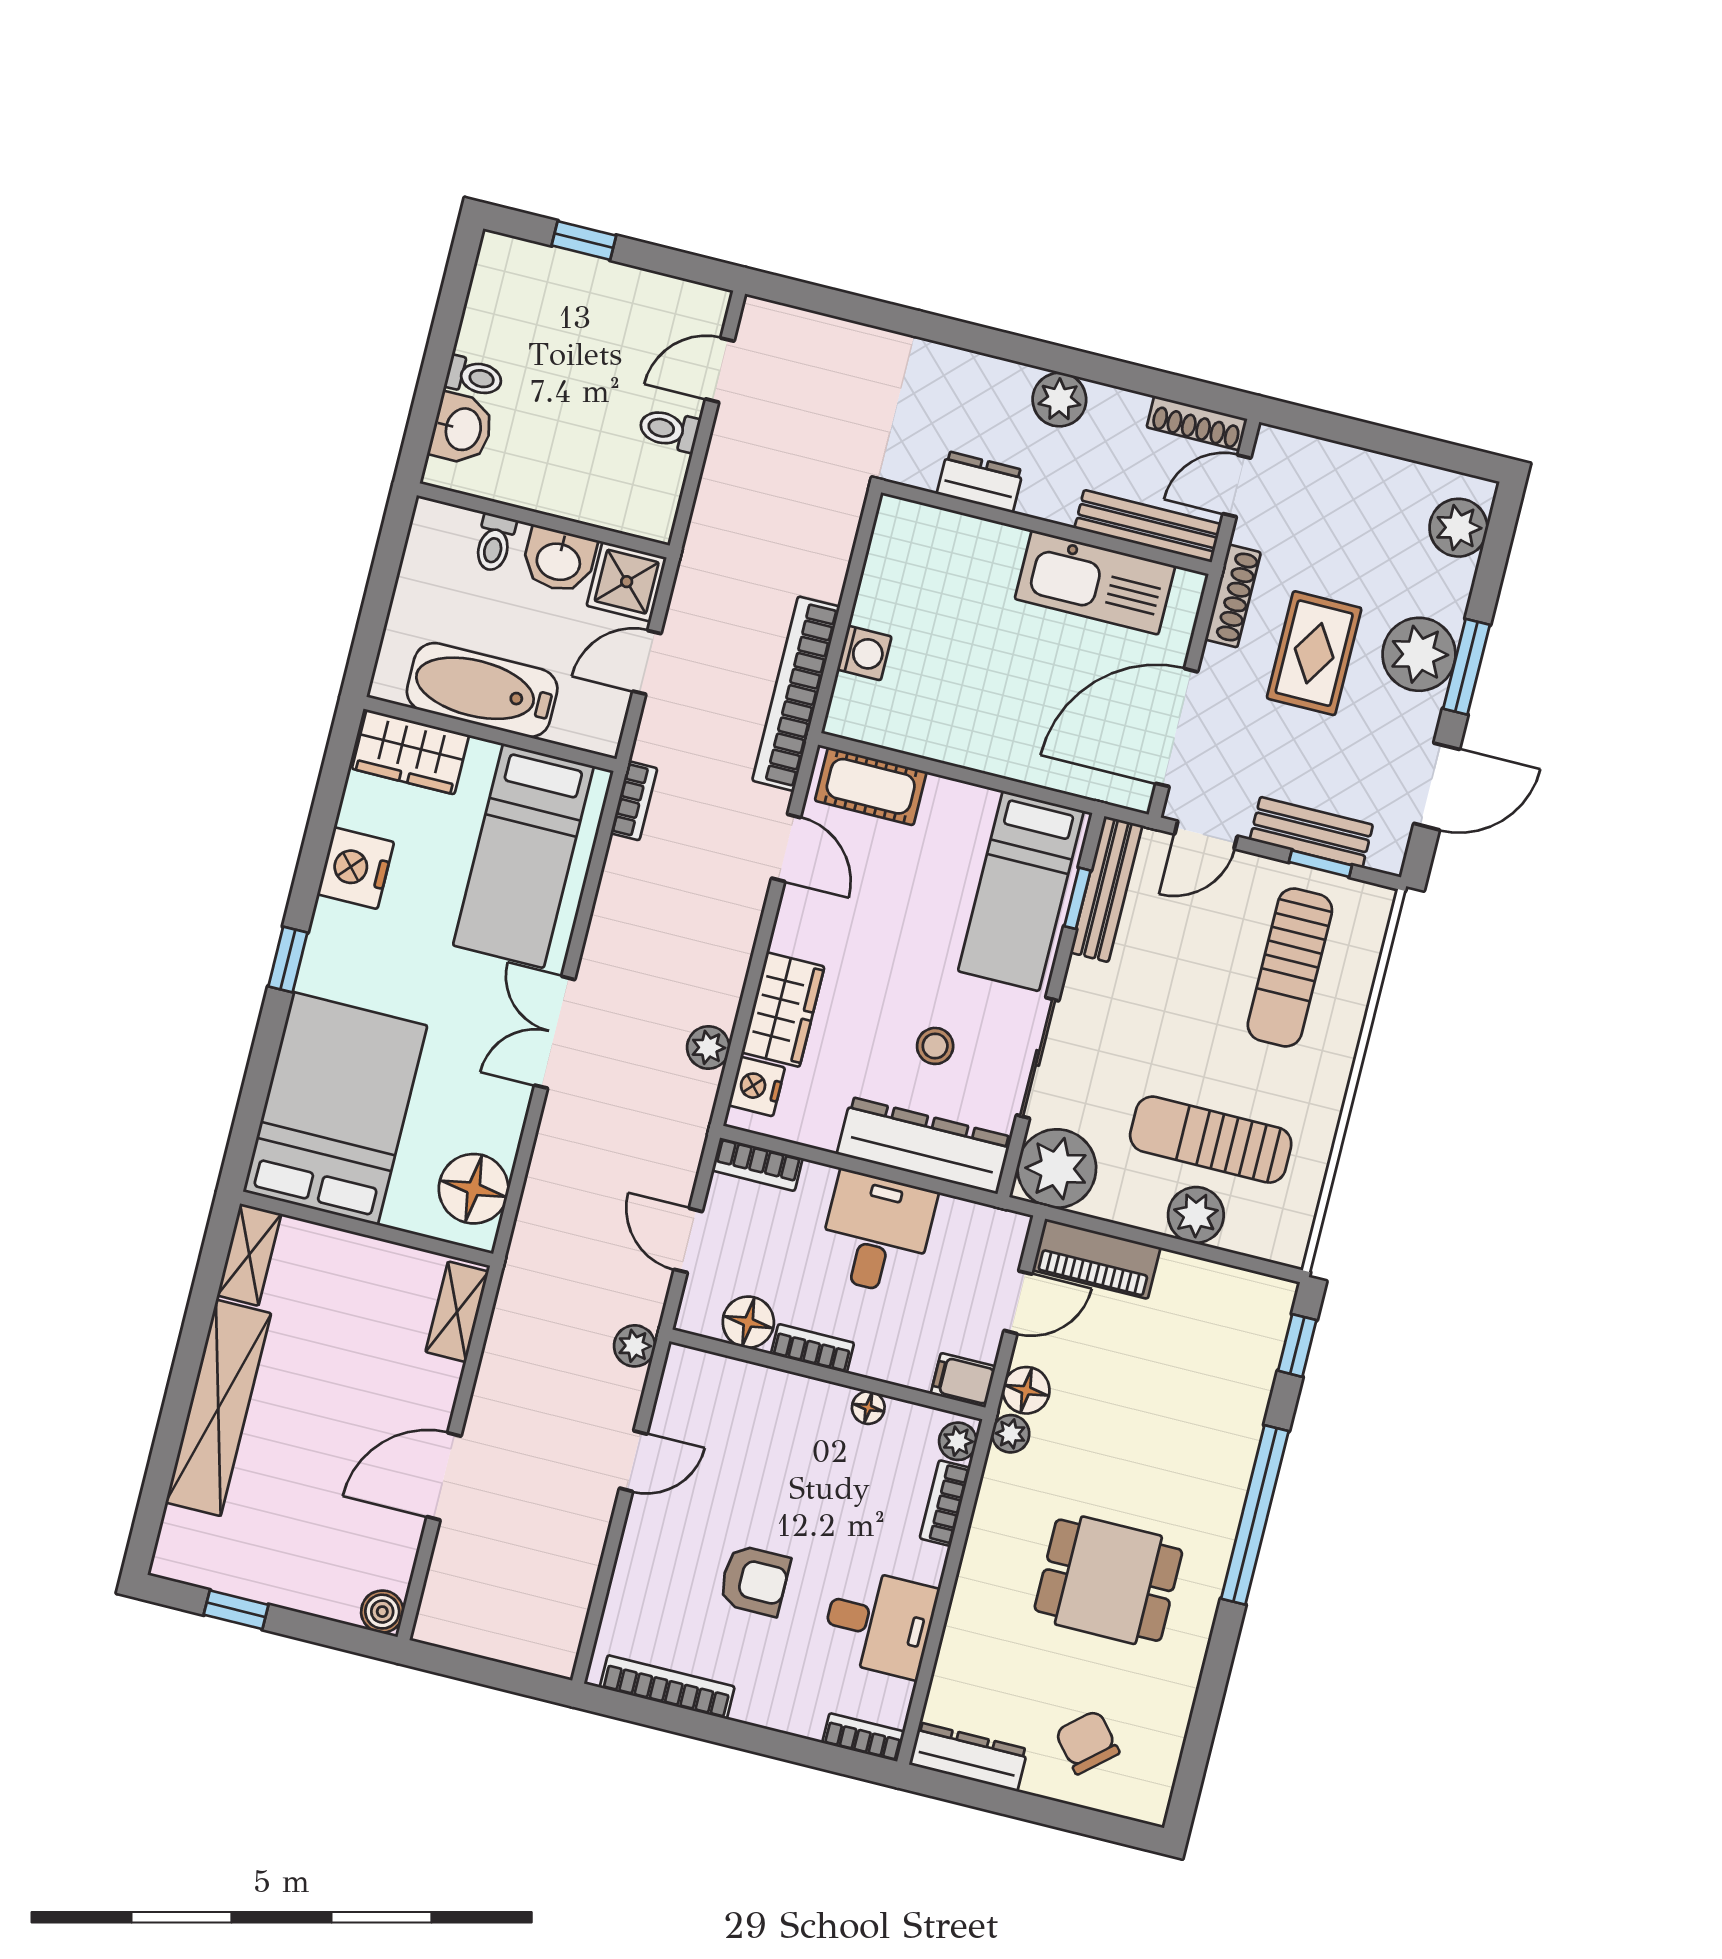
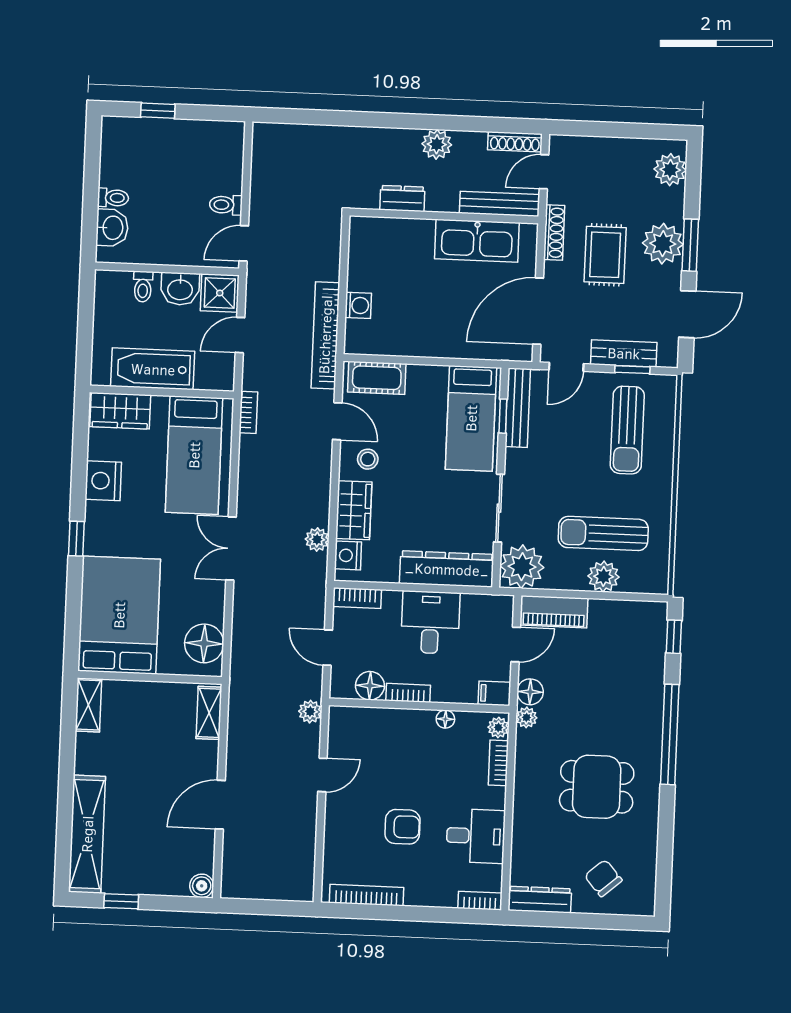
door: (720, 370) -> (244, 243), moved
stool: (935, 1046) -> (368, 459), moved
shelving: (218, 1408) -> (87, 834), moved

